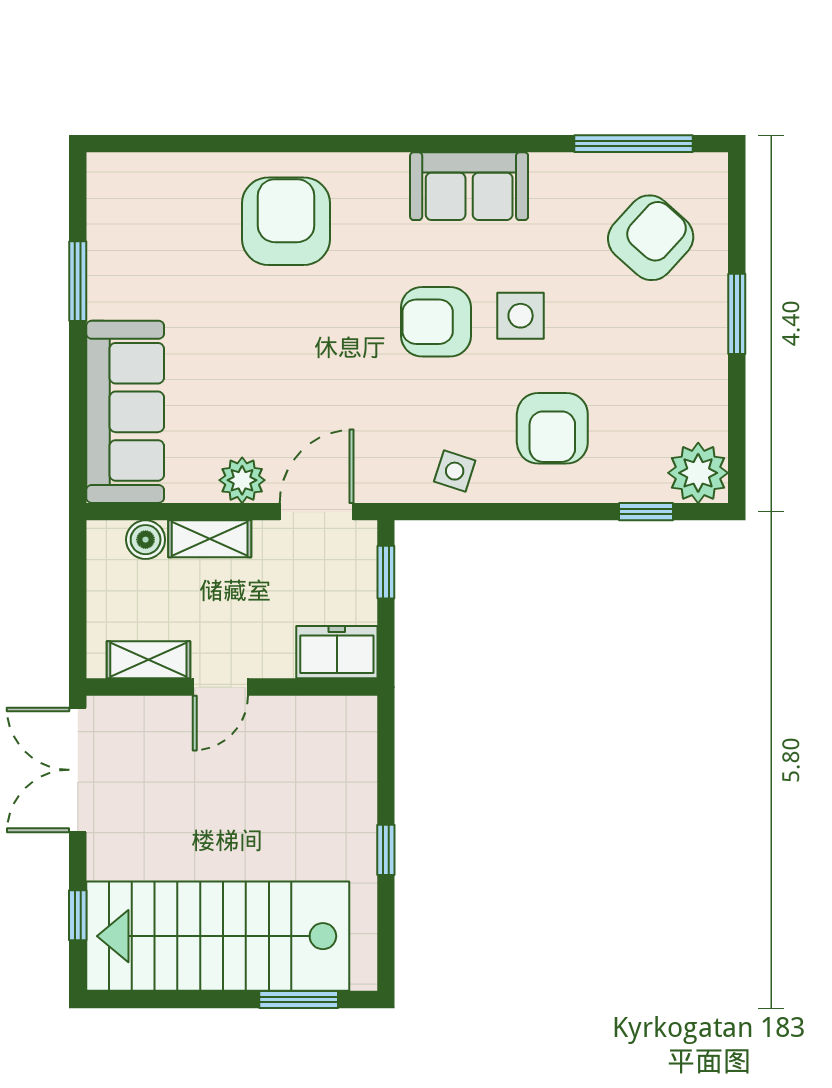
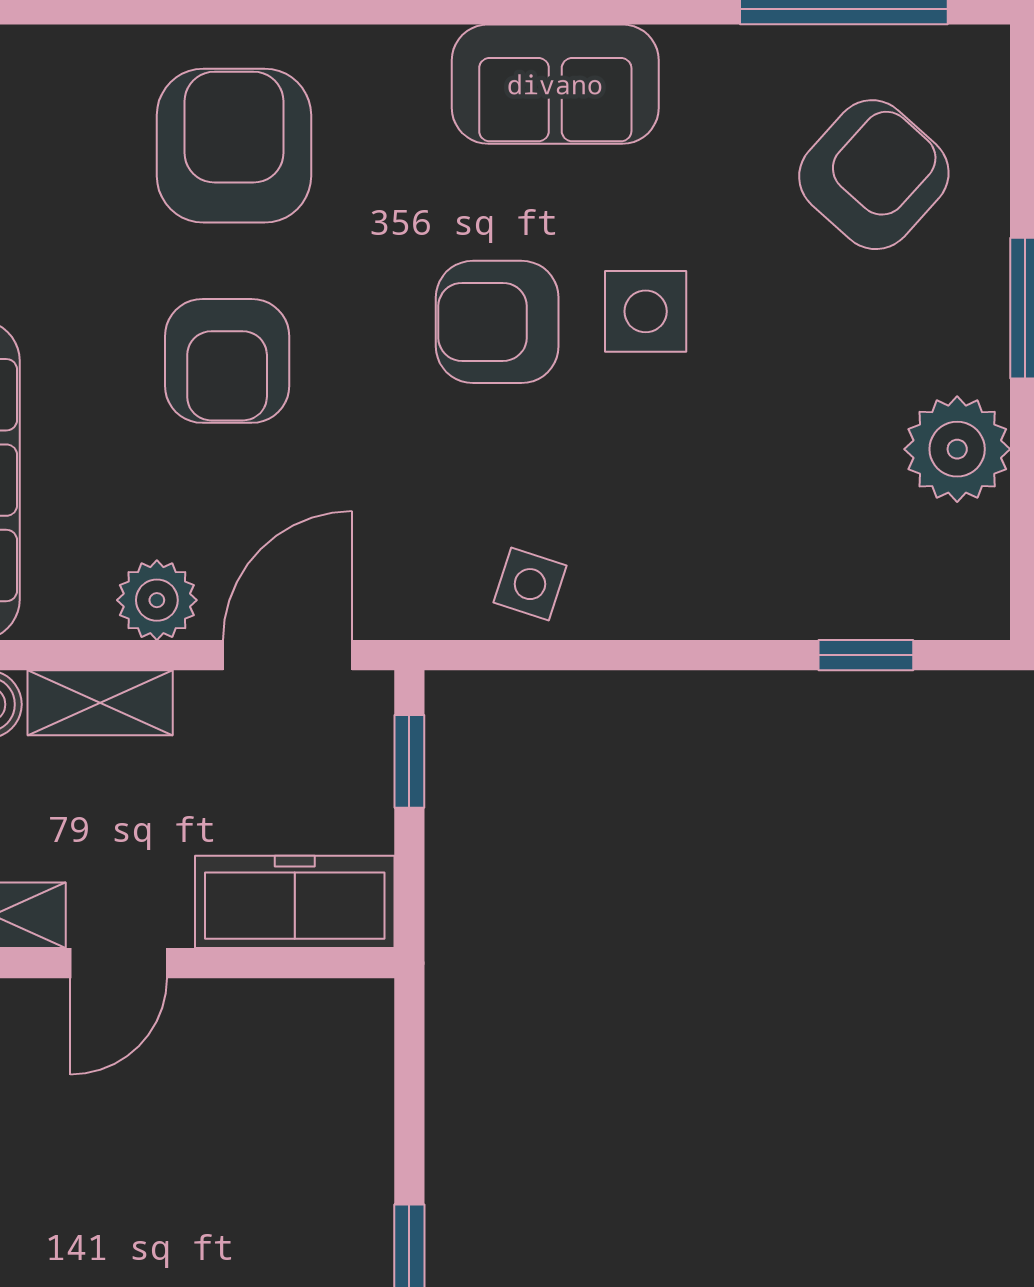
armchair: (552, 428) -> (227, 361), moved
plant: (698, 473) -> (957, 449), moved
freezer: (337, 652) -> (295, 902), width x1.40

